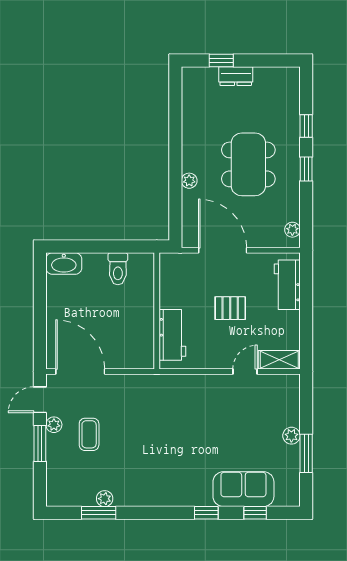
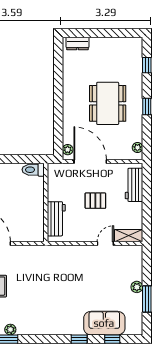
window: (221, 60) -> (89, 33), removed
dresser: (236, 76) -> (77, 44), moved
window: (306, 126) -> (147, 65), moved
plant: (189, 181) -> (68, 150), moved
toilet: (118, 269) -> (33, 170), moved, turned 90

